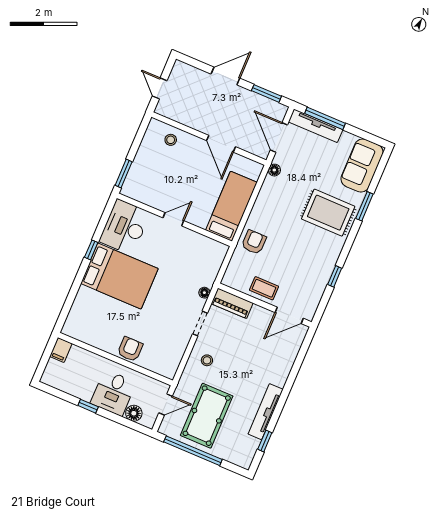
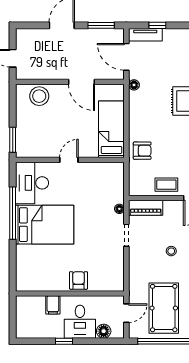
window: (325, 118) -> (157, 25), width x0.46
tv unit: (316, 126) -> (145, 35), width x0.71
stool: (171, 140) -> (39, 96), width x1.89, depth x1.89
armchair: (254, 242) -> (142, 151), turned 90
window: (91, 250) -> (13, 213), width x3.17
filing cabinet: (61, 350) -> (53, 305), moved
stool: (207, 360) -> (171, 251), moved

